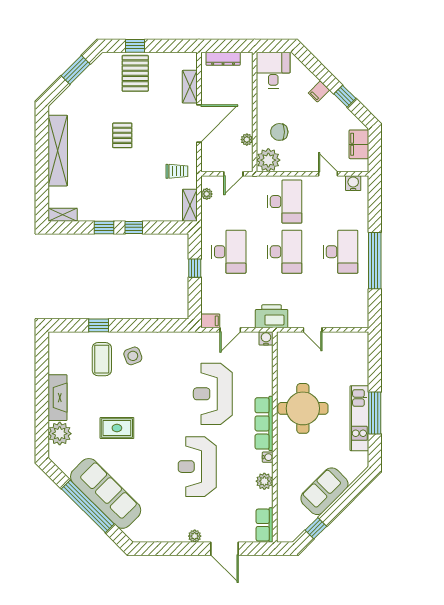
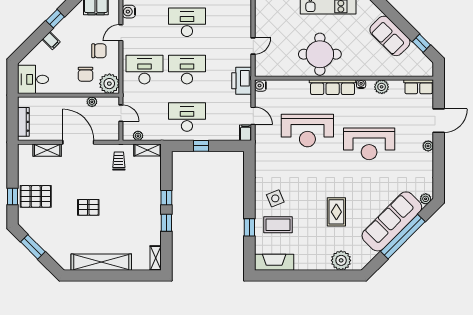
chair: (307, 148) -> (99, 51), added
fireplace: (57, 398) -> (274, 262), moved
plant: (132, 533) -> (426, 199), added

